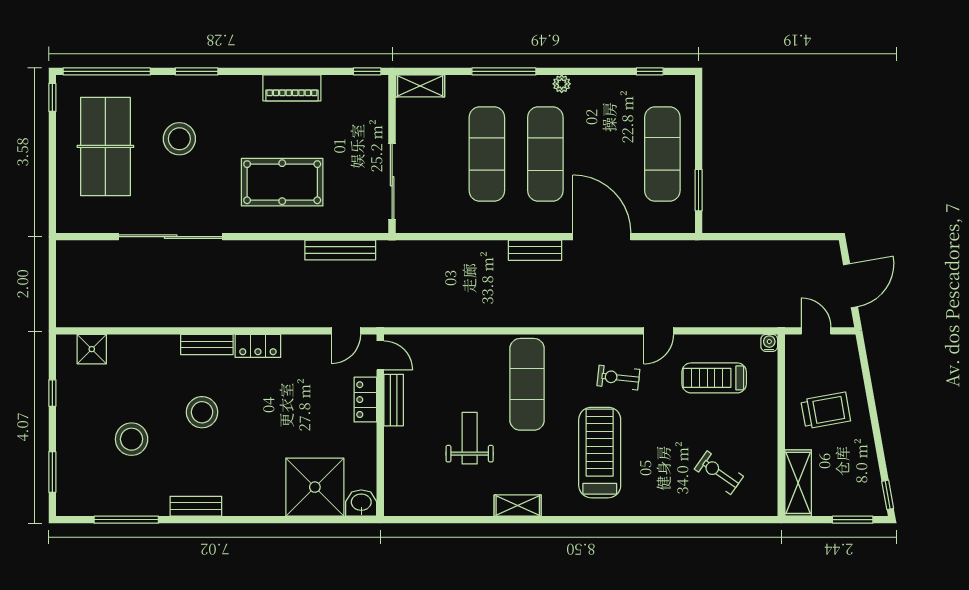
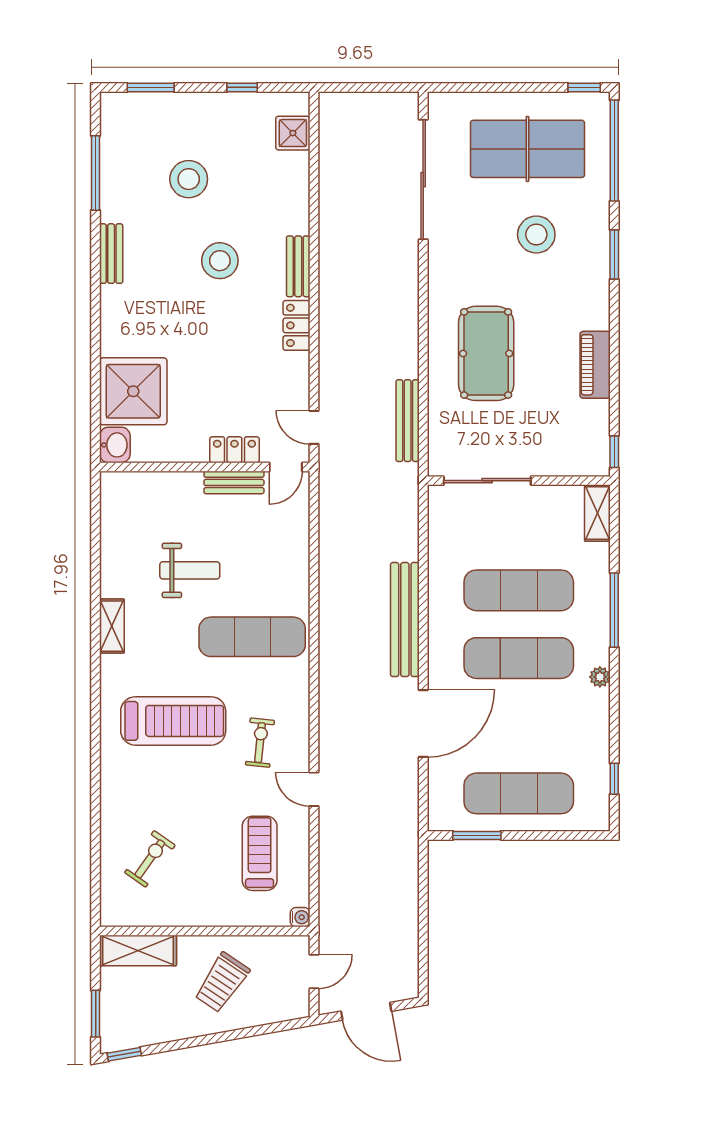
sliding door: (171, 237) -> (423, 180), moved
bench: (535, 250) -> (405, 620), width x1.86, depth x1.21
trolley: (826, 410) -> (222, 982), turned 44

